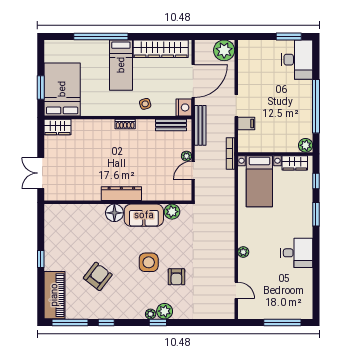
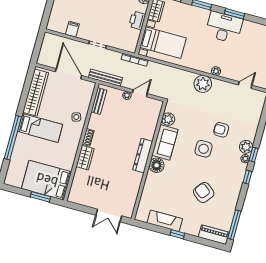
plant: (224, 50) -> (203, 84), moved
nightstand: (184, 107) -> (88, 87), removed
filing cabinet: (246, 124) -> (72, 29), moved
wardrobe: (58, 127) -> (85, 158), moved
printer: (277, 144) -> (137, 20), added
door: (193, 170) -> (140, 93), swing flipped
fireplace: (52, 240) -> (165, 221), added
desk: (297, 253) -> (224, 27), width x1.37
window: (316, 255) -> (235, 14), added
armchair: (176, 277) -> (221, 130), turned 180
piano: (54, 295) -> (214, 235), width x0.73, depth x0.75
window: (106, 322) -> (247, 177), moved

